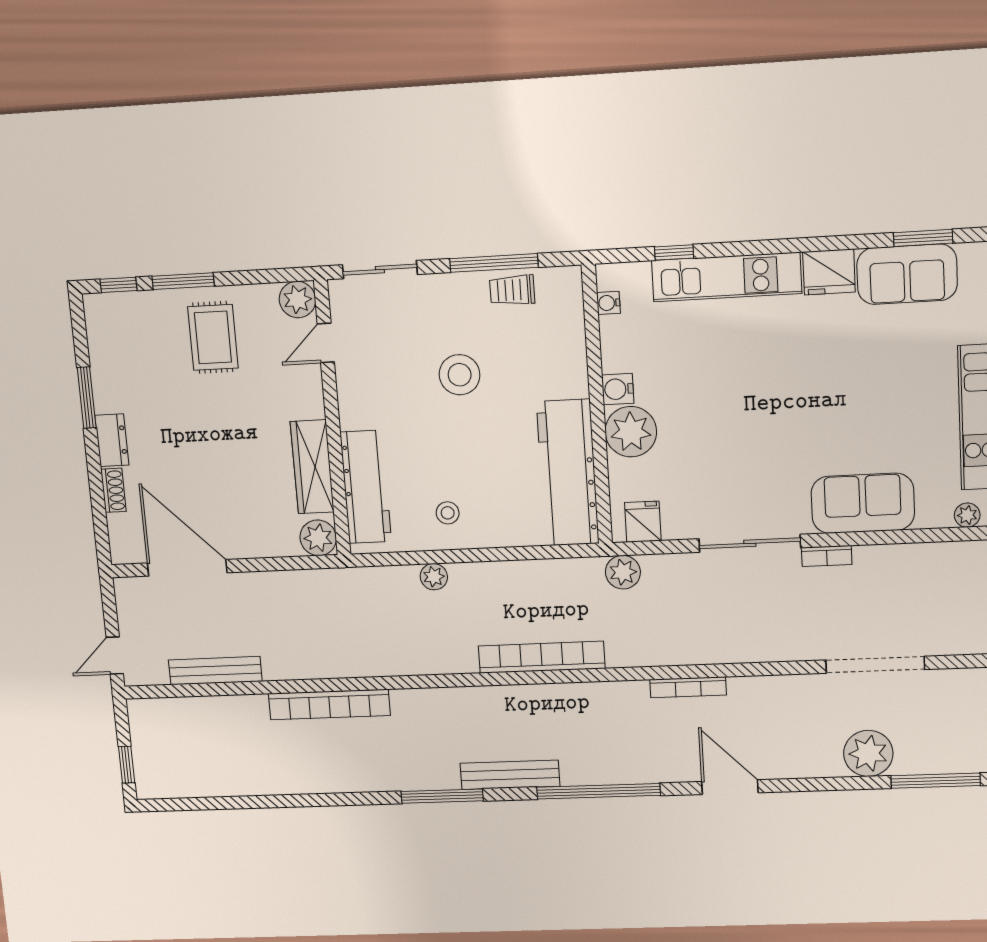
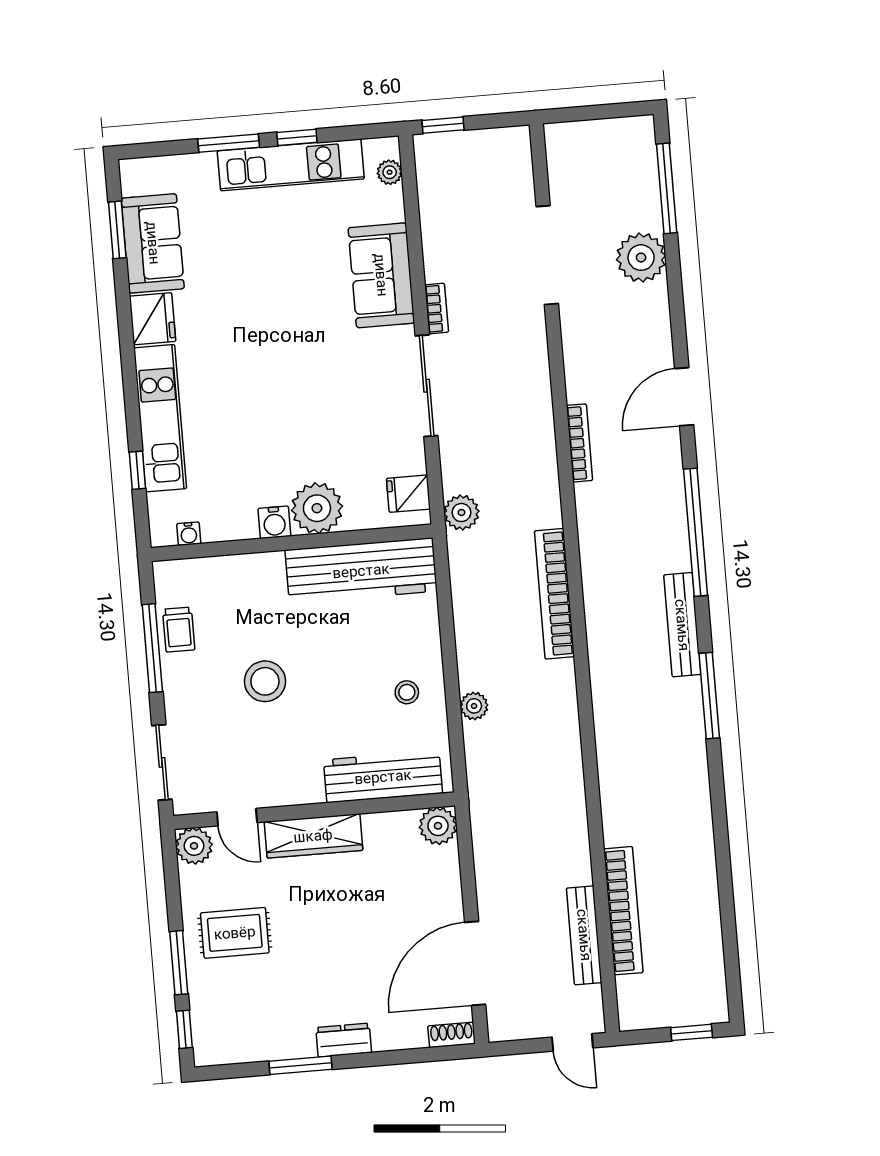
wardrobe: (312, 467) -> (313, 836), moved
shoe rack: (113, 490) -> (452, 1035), moved
bookcase: (329, 705) -> (623, 911), moved

